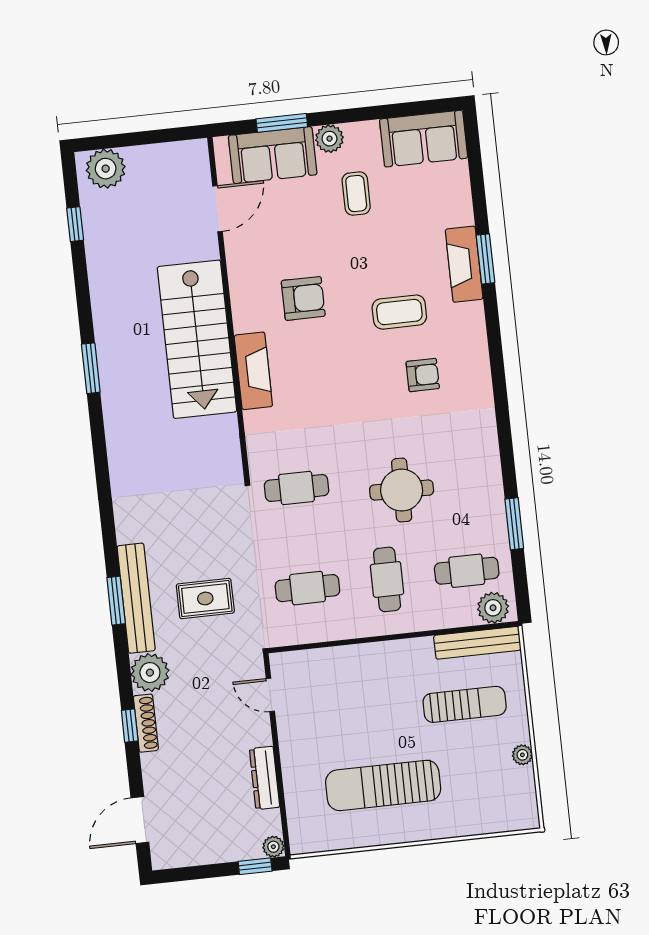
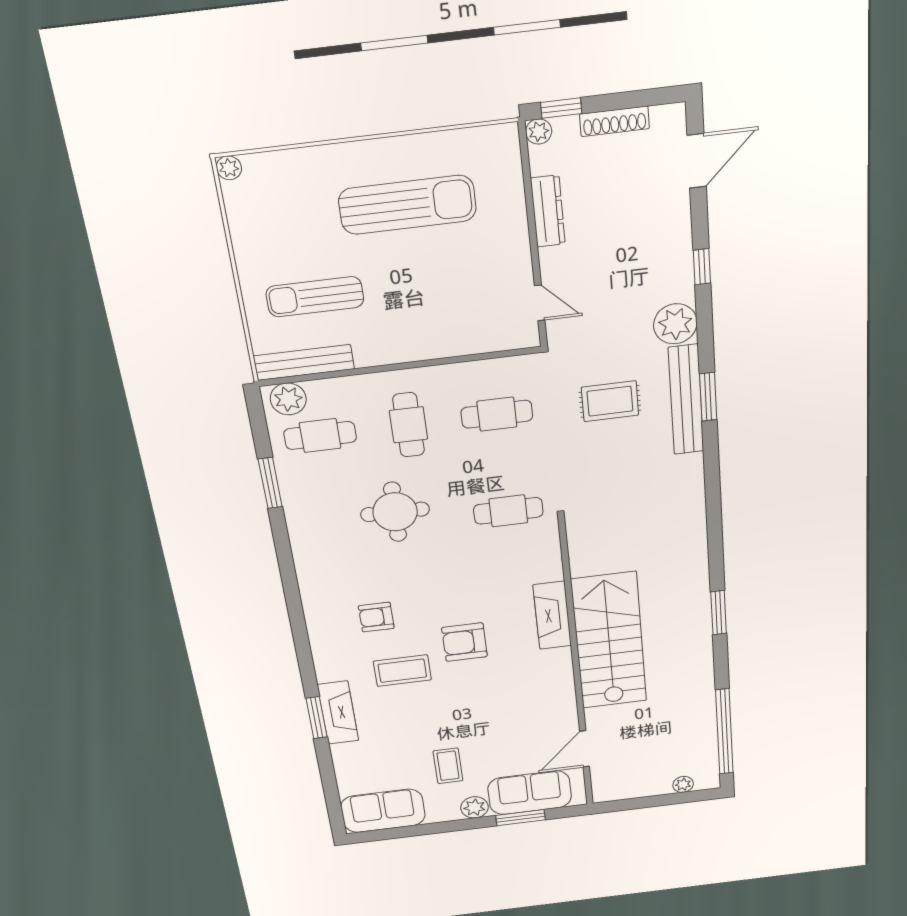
plant: (106, 169) -> (683, 784), width x0.53, depth x0.53
window: (75, 224) -> (724, 732), width x3.17
armchair: (303, 298) -> (464, 642), moved
shoe rack: (146, 723) -> (614, 121), moved, turned -90
plant: (522, 755) -> (229, 168), moved

